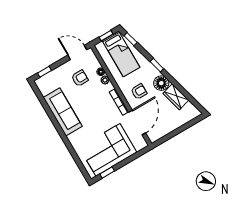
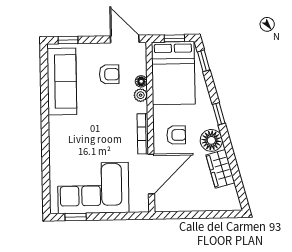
bed: (121, 54) -> (173, 73), width x1.50
sofa: (63, 112) -> (62, 82), moved

